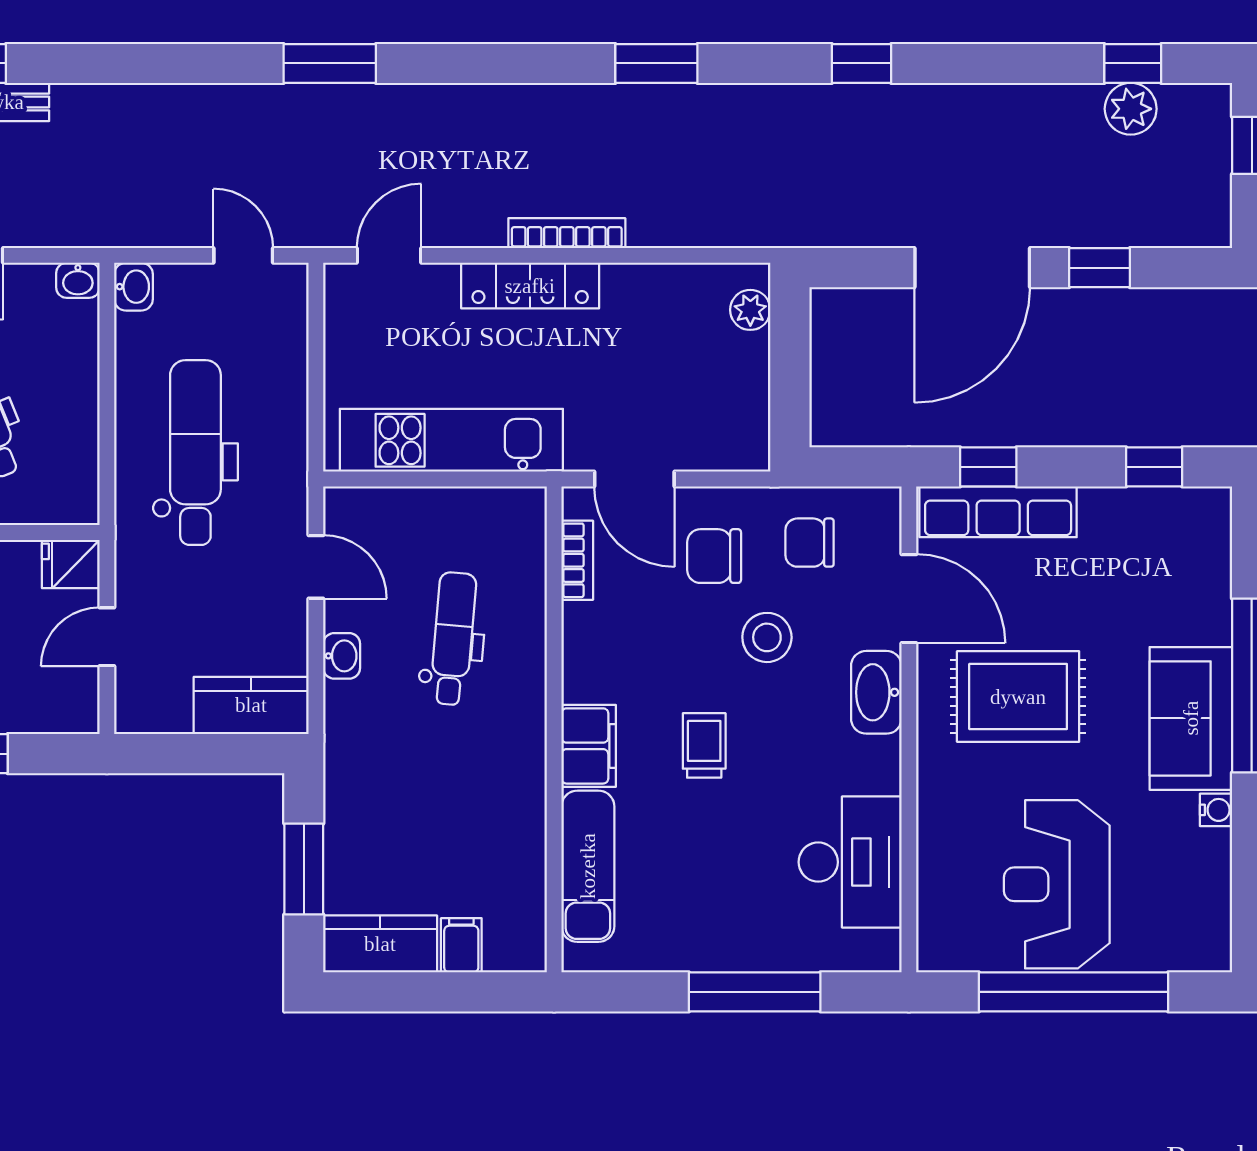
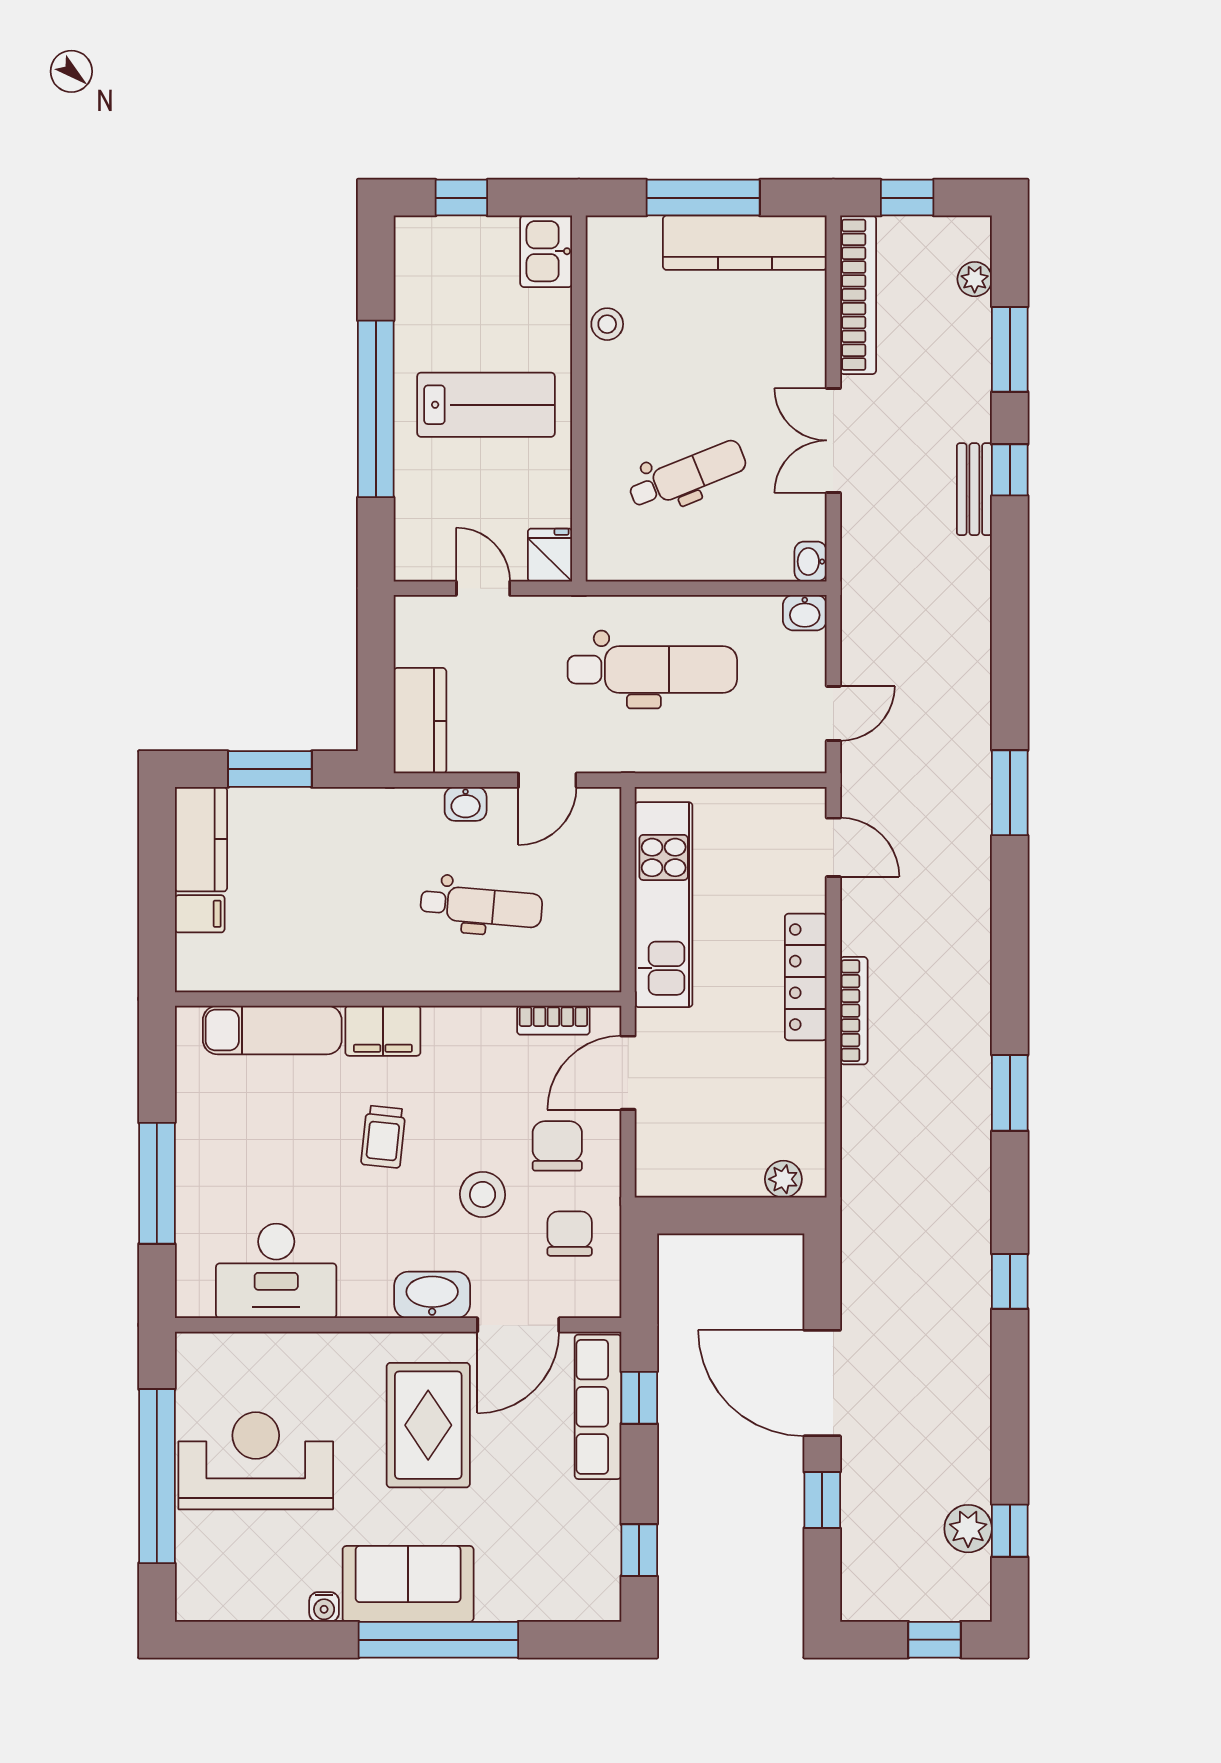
trolley: (704, 745) -> (383, 1137), turned 96

